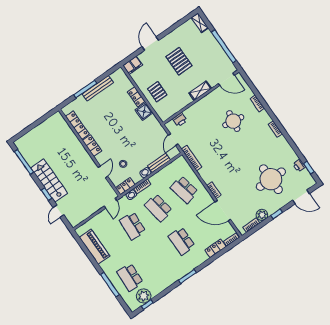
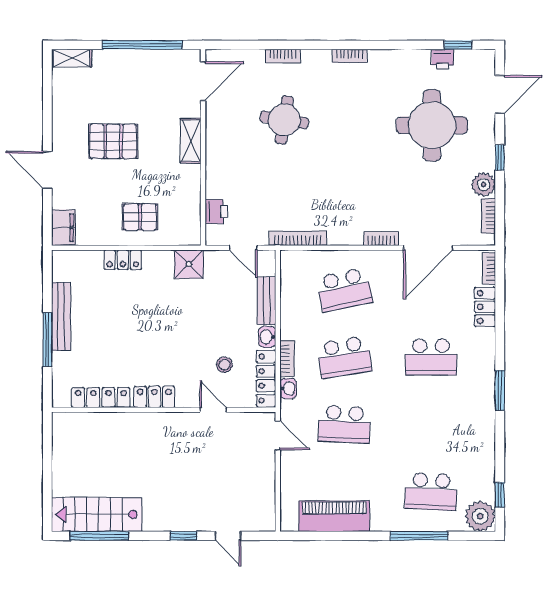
shower: (144, 111) -> (189, 264), moved
stairs: (49, 181) -> (97, 514), moved
locker: (125, 186) -> (266, 378), width x1.53
plant: (144, 296) -> (480, 516), moved

